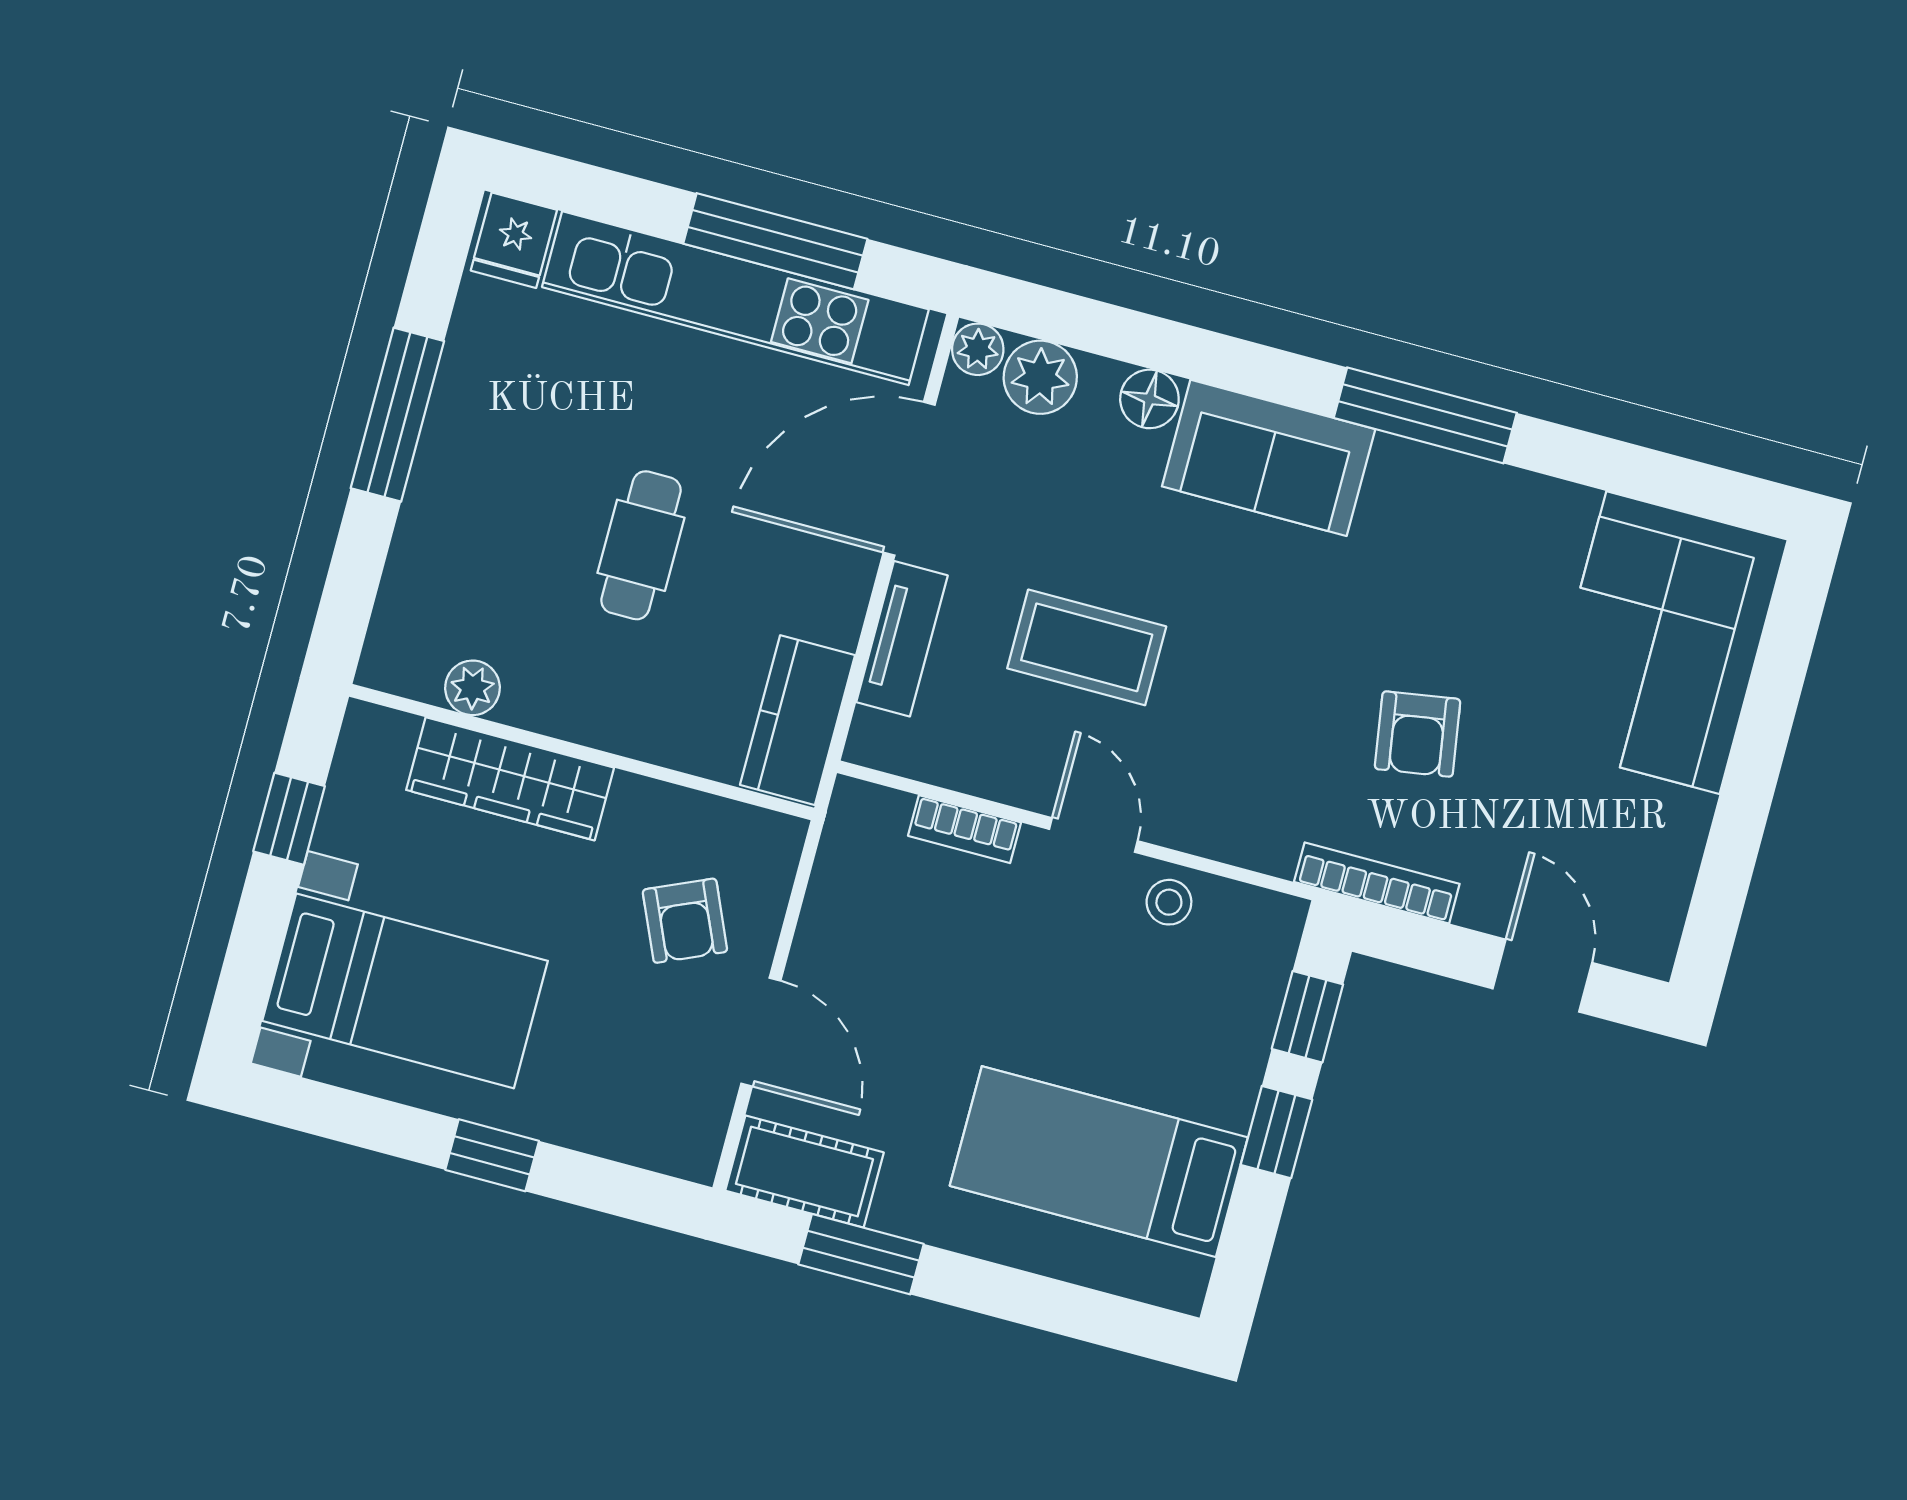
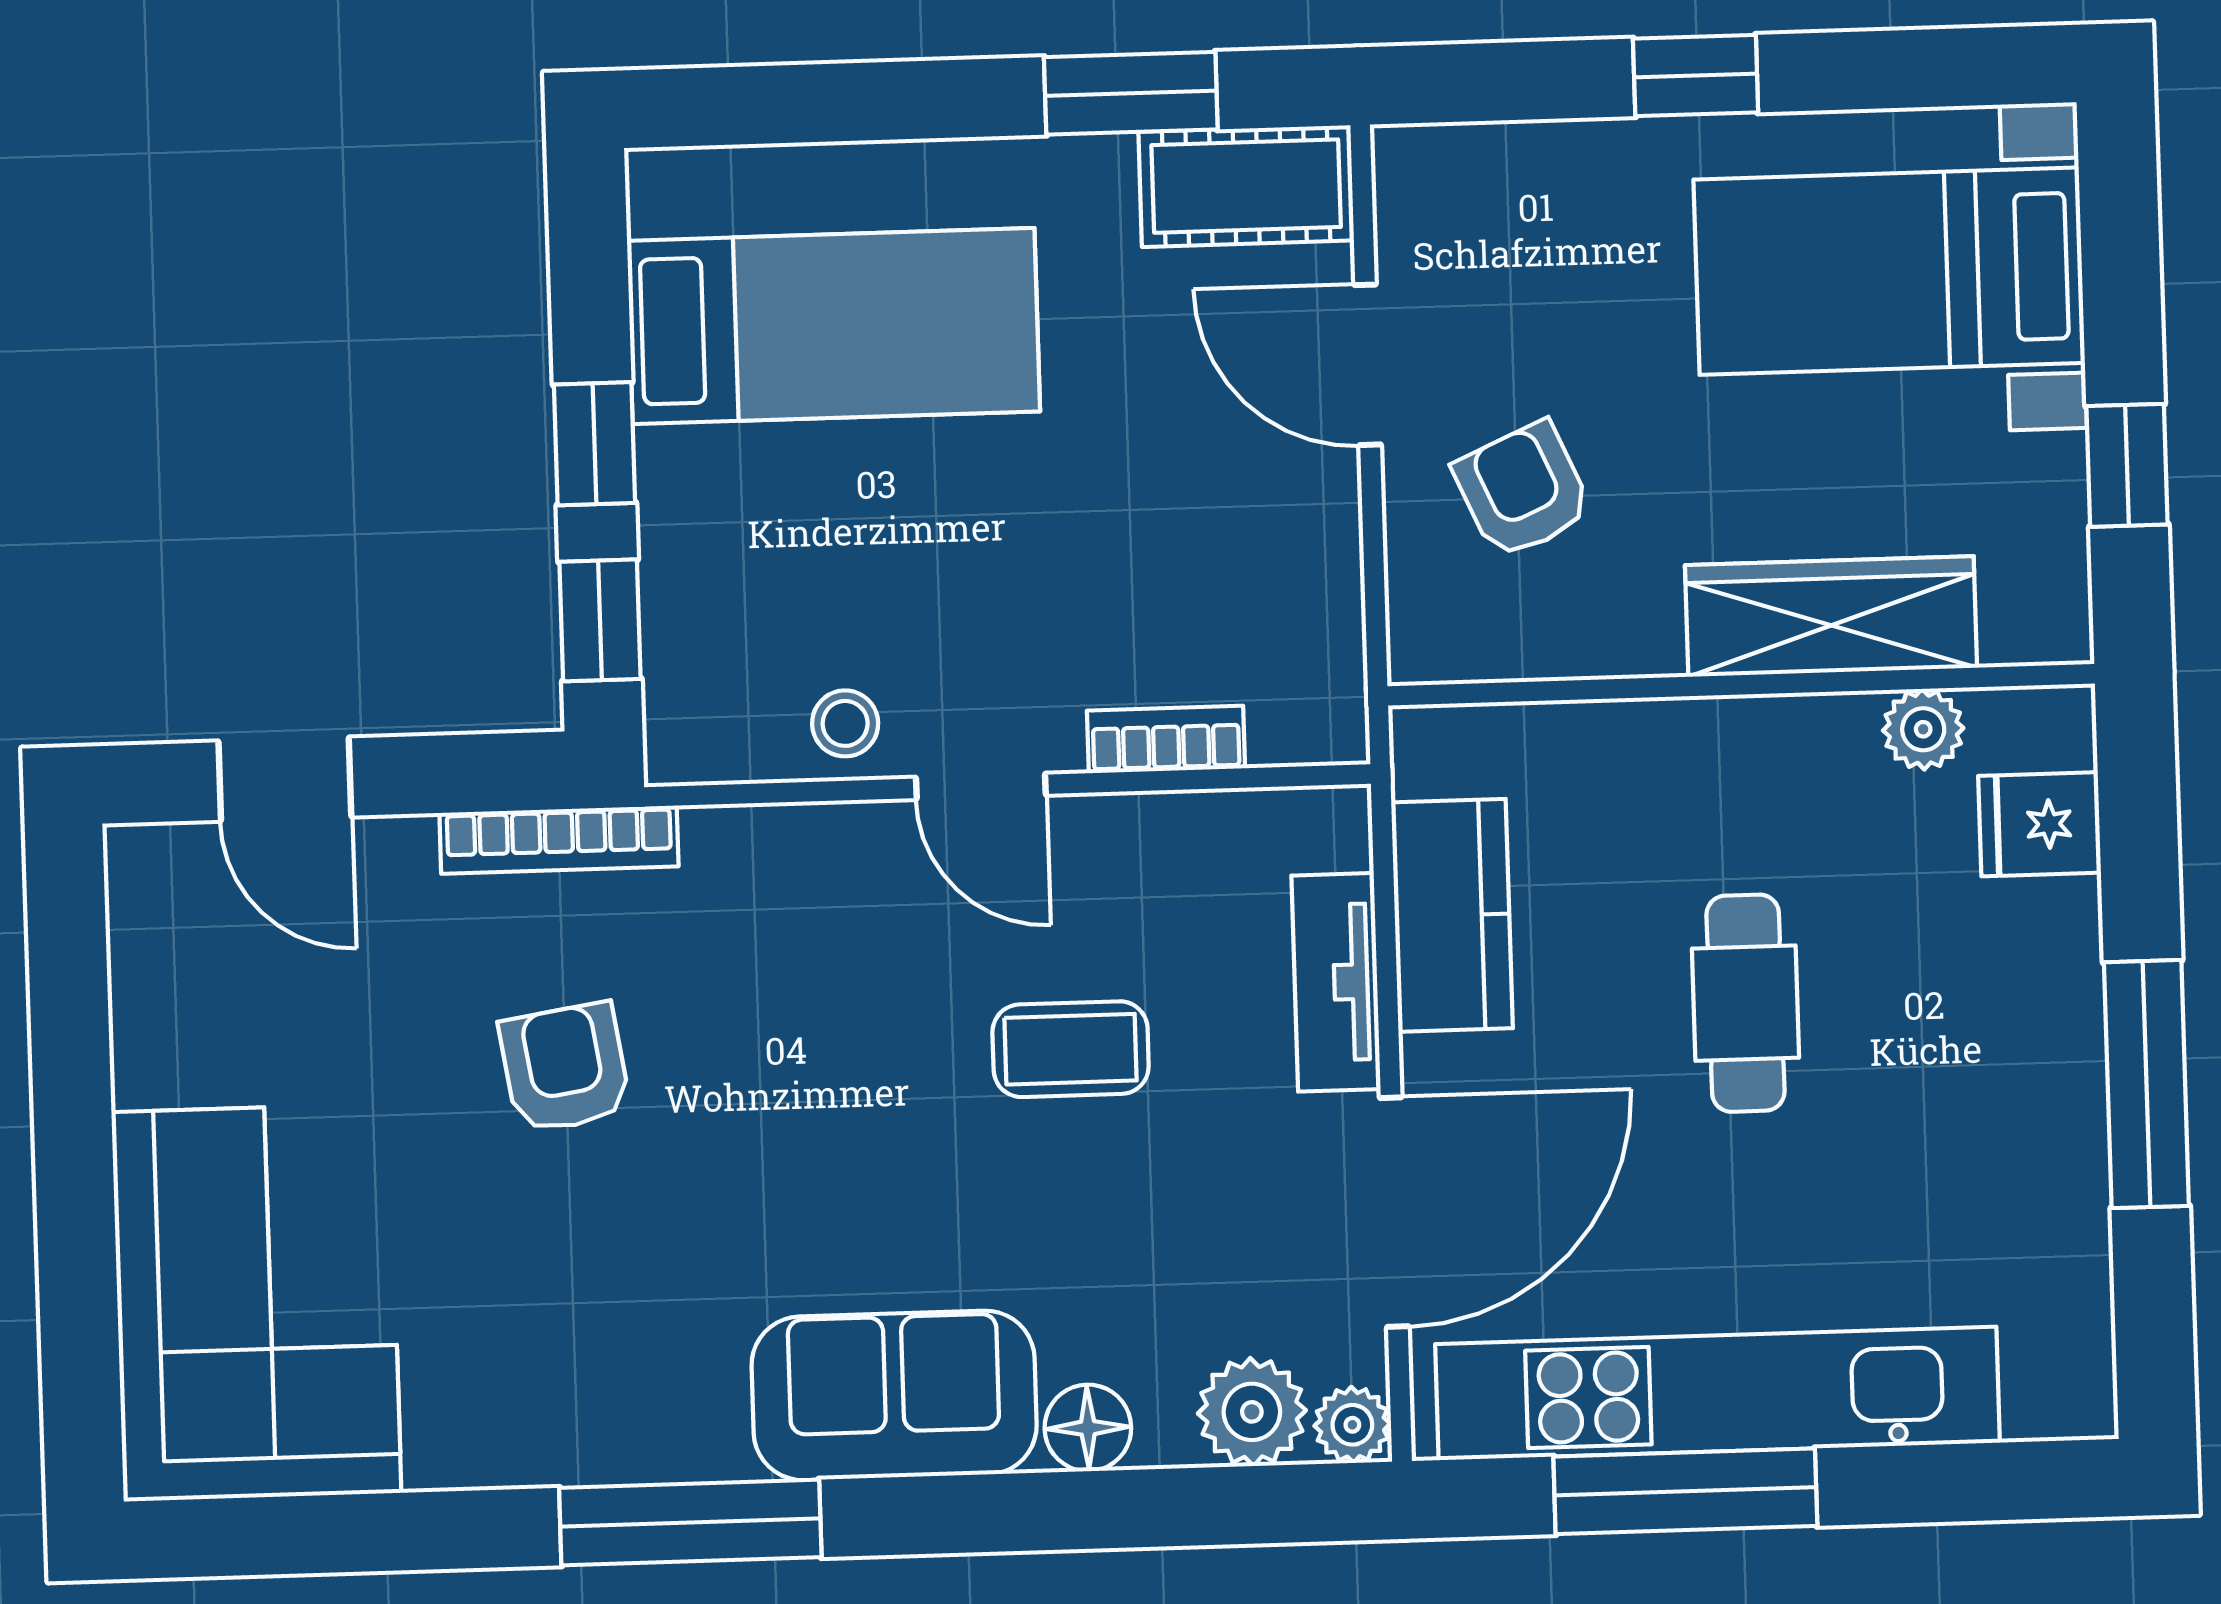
fridge: (514, 240) -> (2040, 824), moved, turned -90
coffee table: (1087, 647) -> (1071, 1049), width x0.73, depth x0.77
kitchen counter: (798, 720) -> (1452, 915), moved

